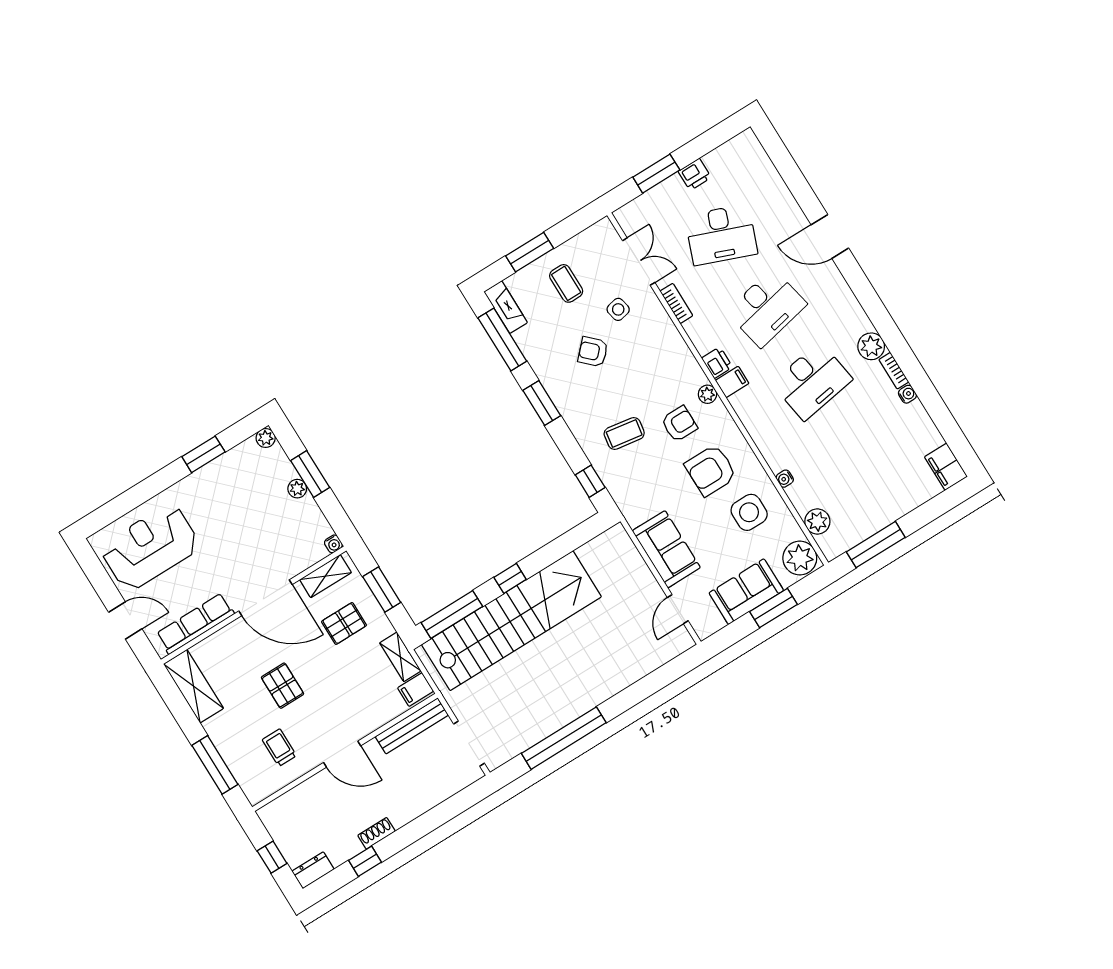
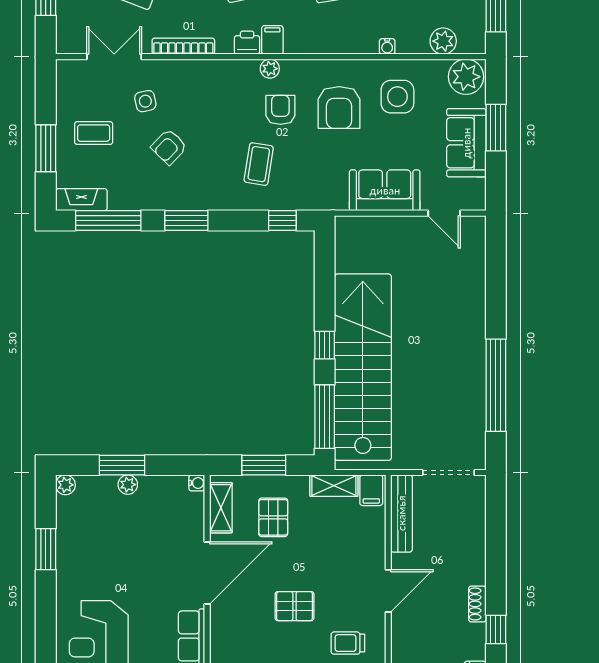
bookcase: (676, 303) -> (183, 46), width x1.56

